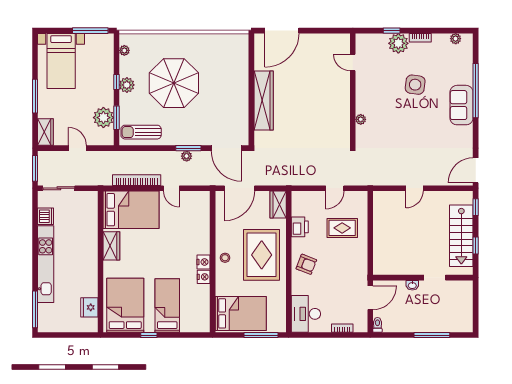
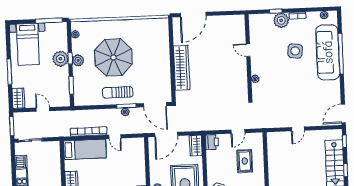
door: (353, 62) -> (248, 50), moved
sofa: (462, 105) -> (328, 52), width x1.85, depth x1.27
plant: (103, 118) -> (60, 59), moved
sun lounger: (141, 132) -> (118, 92), moved
bed: (131, 210) -> (85, 149), width x0.67
printer: (300, 227) -> (212, 142), moved
rug: (342, 228) -> (245, 161), turned 90

